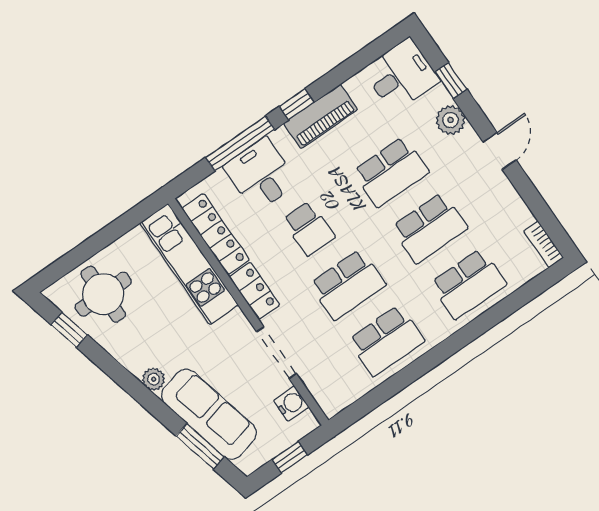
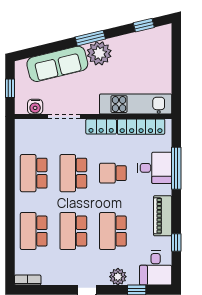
window: (297, 104) -> (176, 242), moved
round table: (103, 294) -> (150, 53), removed
plant: (154, 379) -> (99, 53), width x1.88, depth x1.88
window: (200, 446) -> (90, 38), moved

